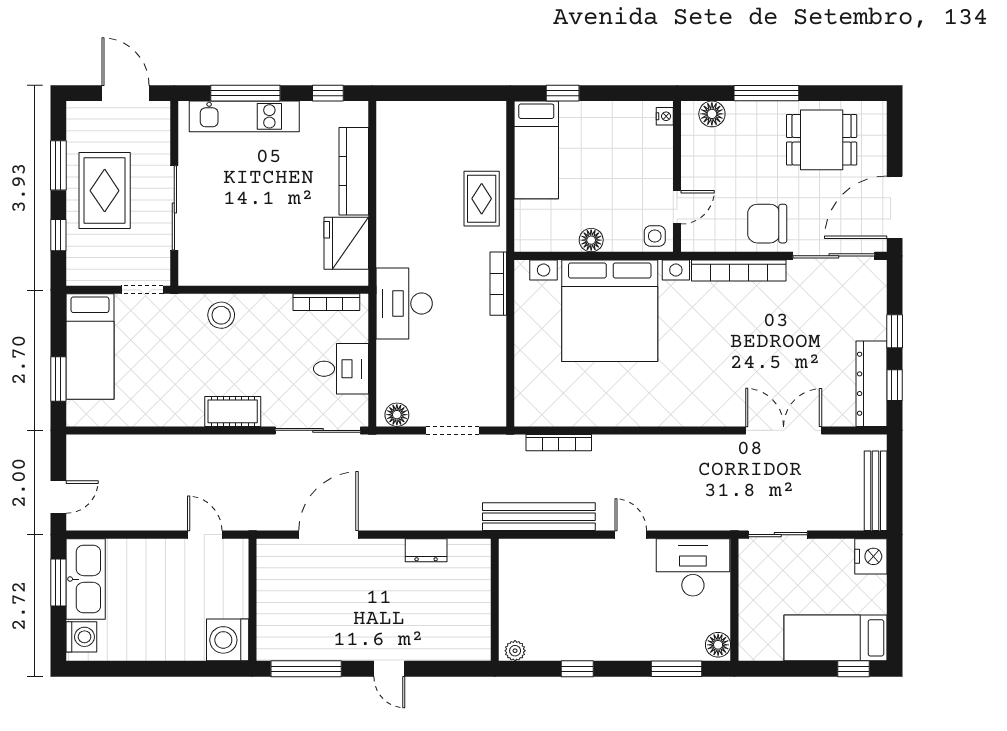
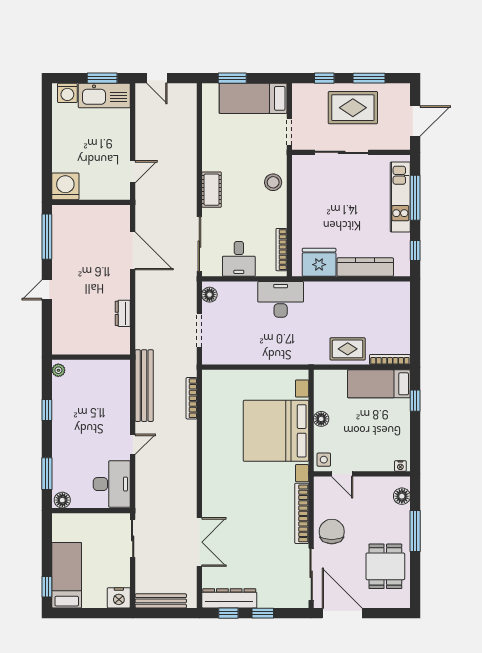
bookcase: (498, 284) -> (390, 360), moved

